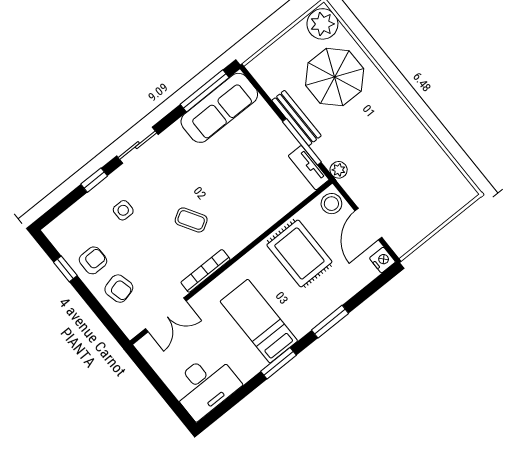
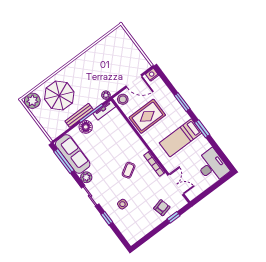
floor lamp: (274, 132) -> (86, 127), added
plant: (174, 136) -> (86, 177), added
armchair: (93, 260) -> (147, 220), removed
window: (65, 269) -> (174, 217), moved

